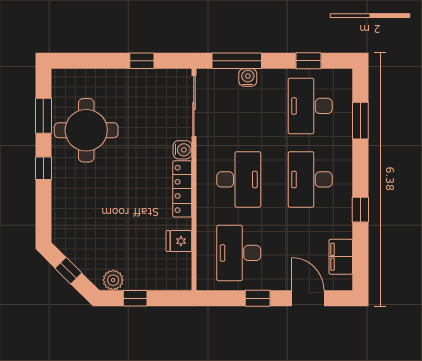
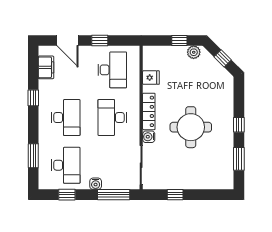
water cooler: (248, 78) -> (96, 184), moved
round table: (86, 130) -> (191, 127), moved

